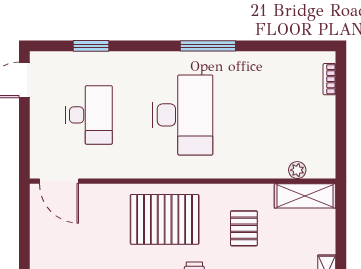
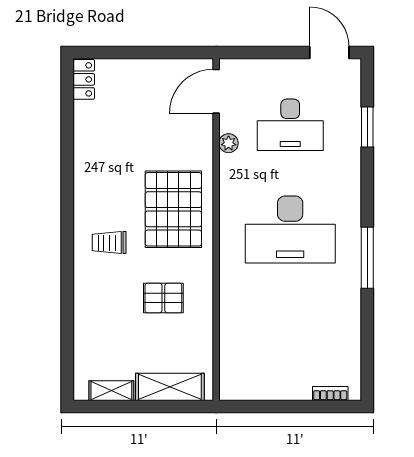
plant: (297, 170) -> (229, 143), moved
shelving: (305, 196) -> (170, 387), moved, turned 90

